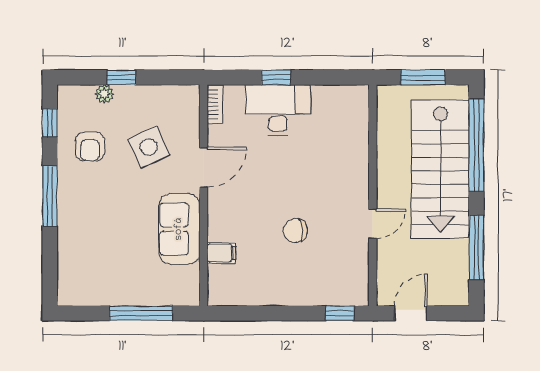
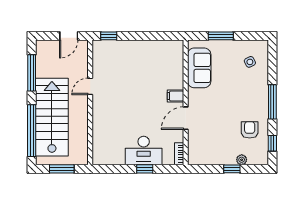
side table: (149, 147) -> (250, 62), moved, width x0.54, depth x0.54
sofa: (179, 229) -> (199, 68), moved
chair: (295, 231) -> (134, 82), removed
filing cabinet: (221, 253) -> (175, 96), moved
window: (141, 313) -> (221, 36), width x0.69

